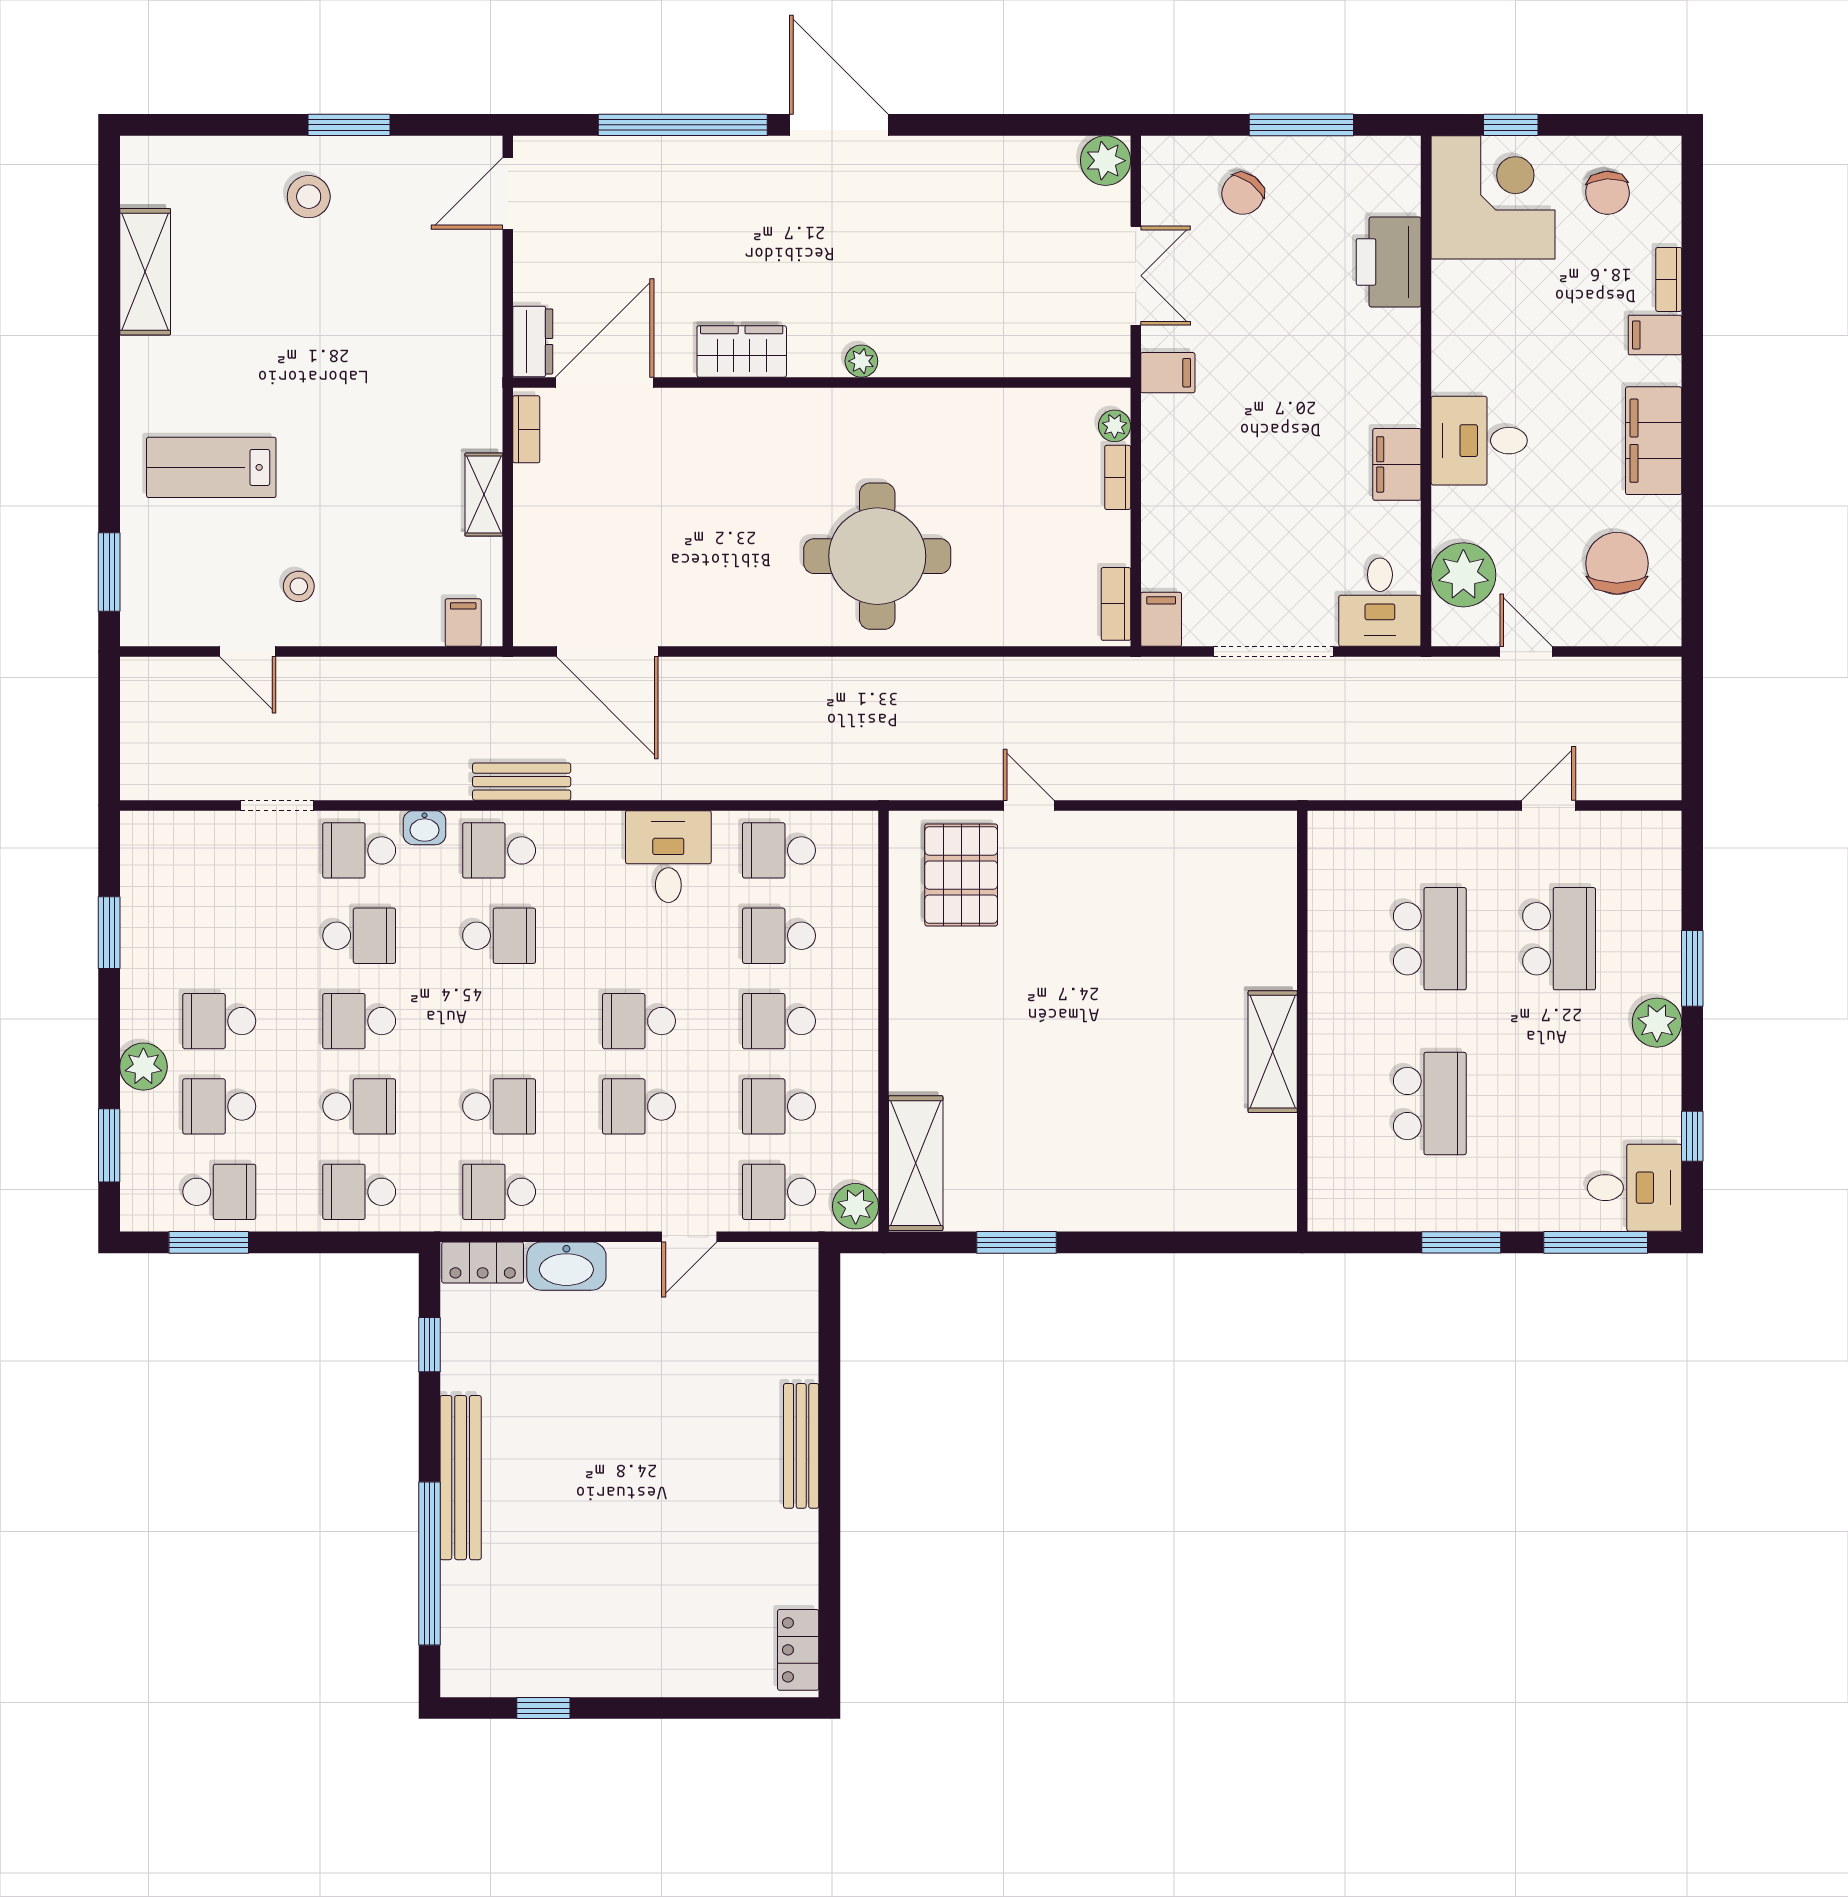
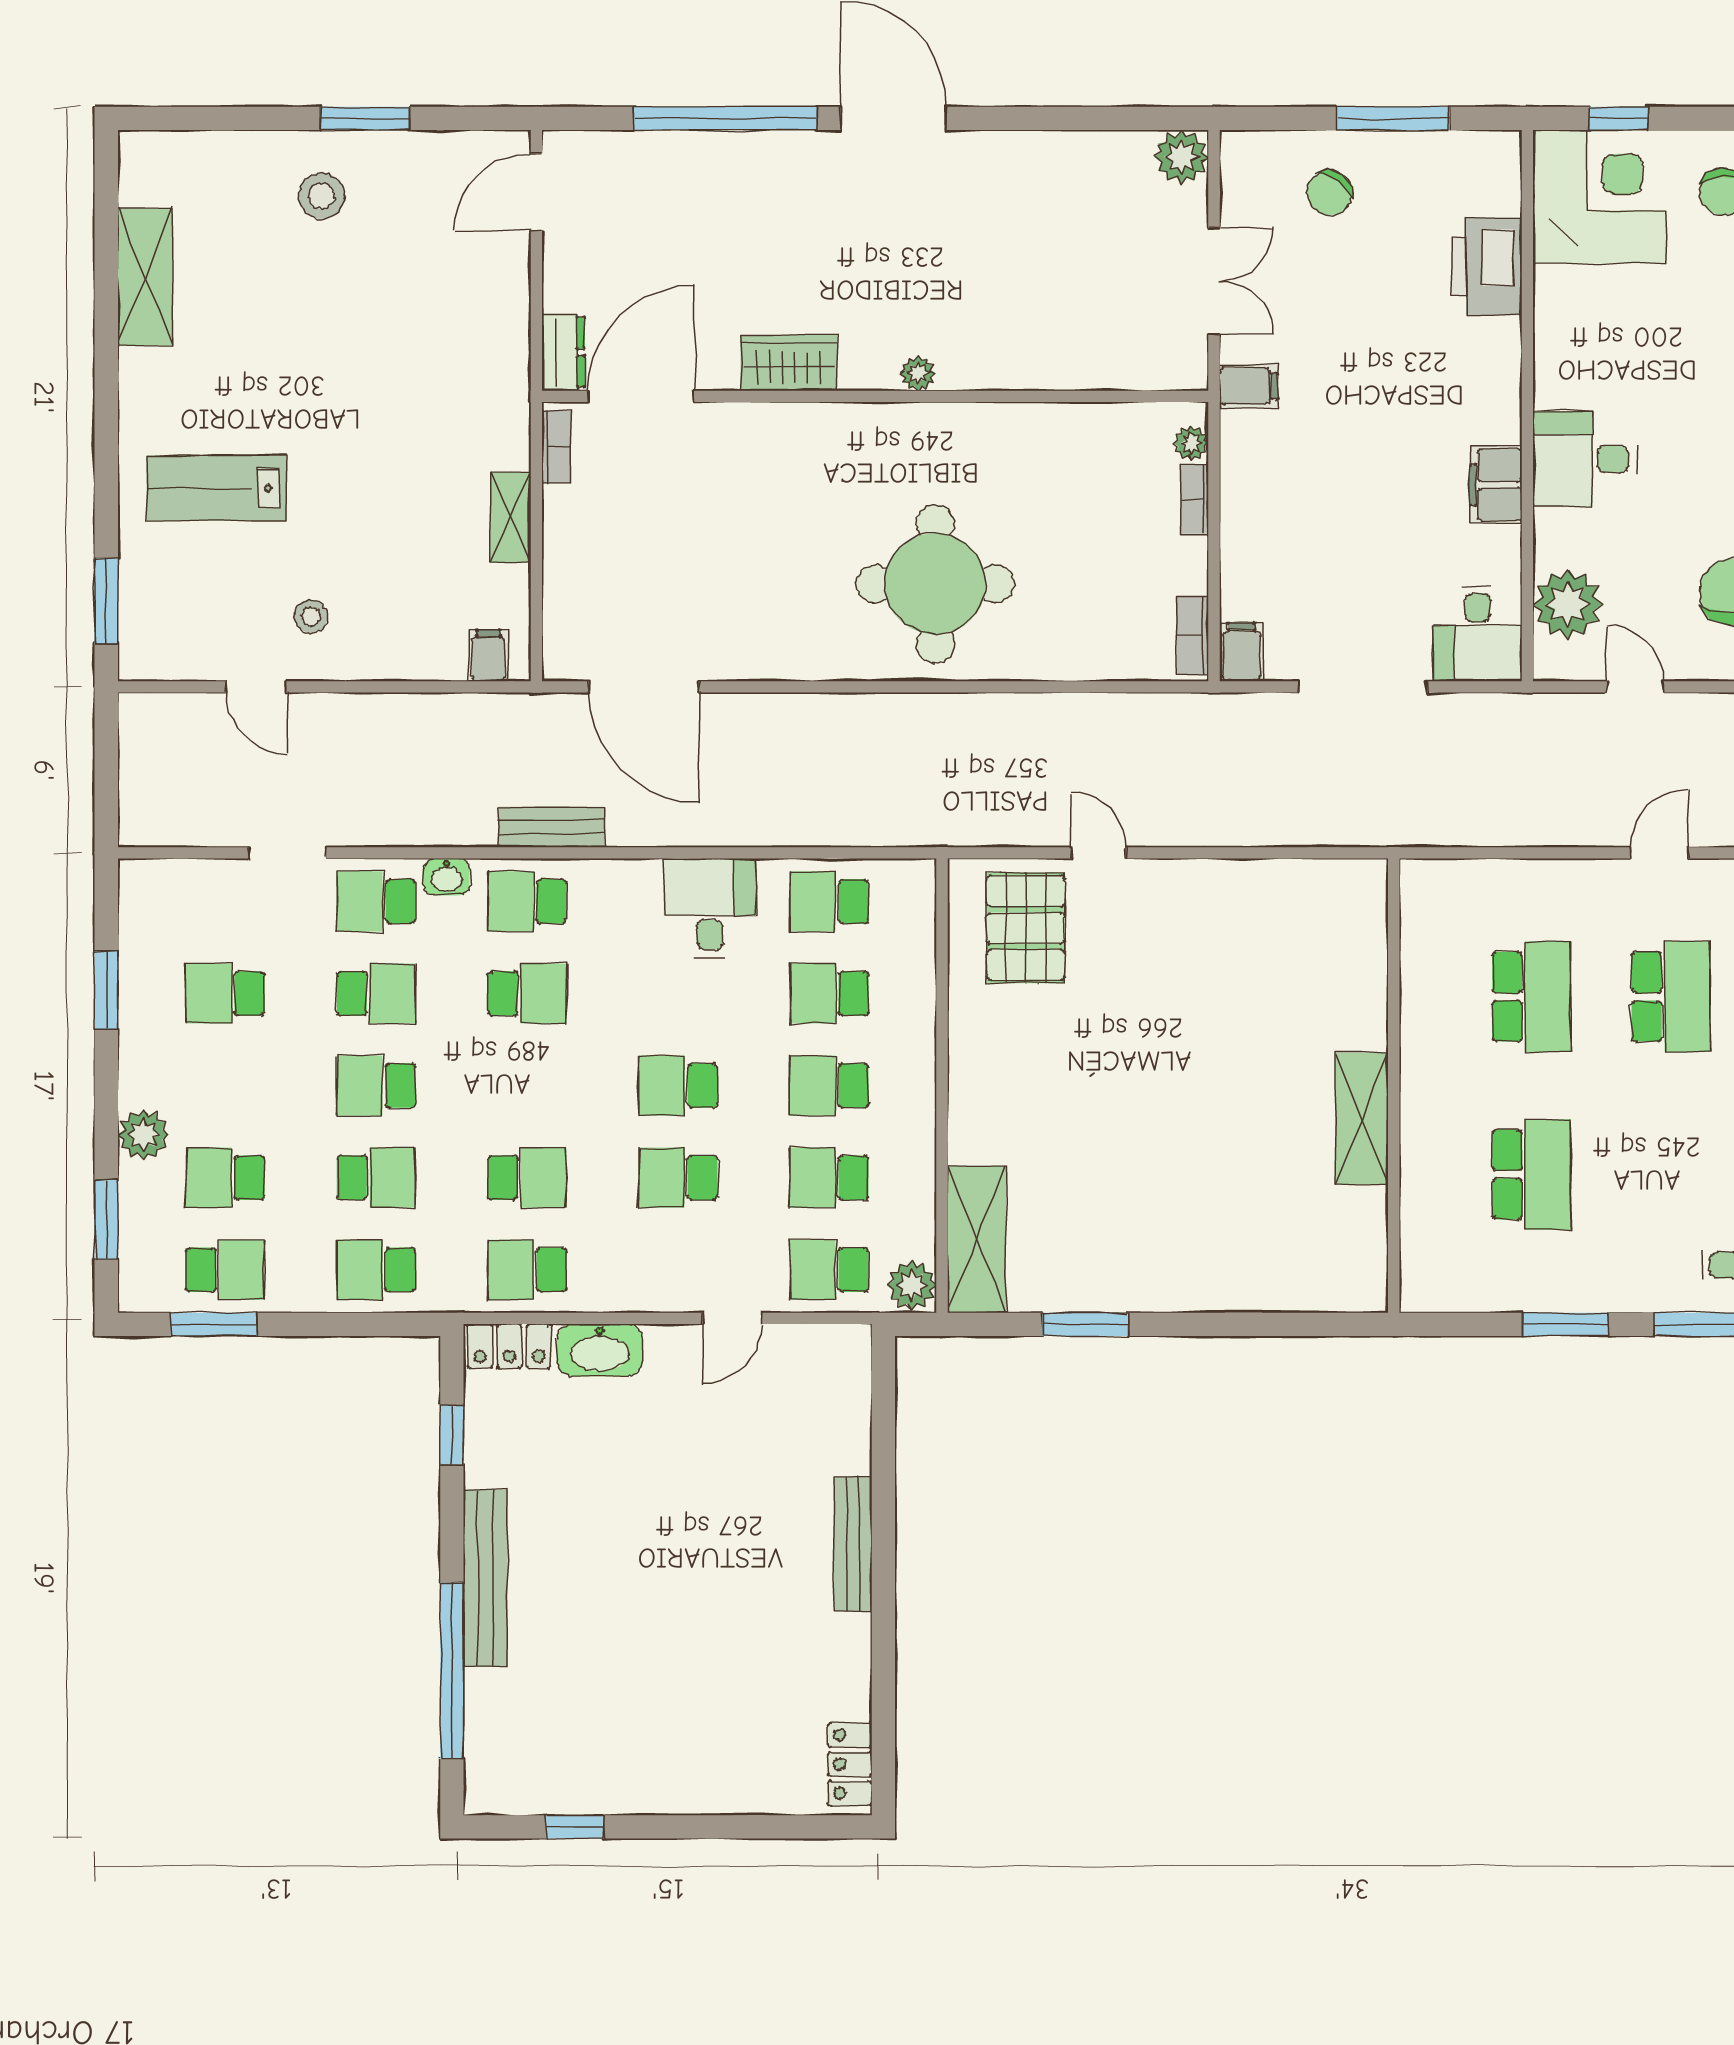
school desk: (219, 1021) -> (225, 993), moved

